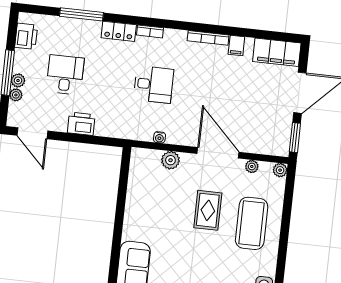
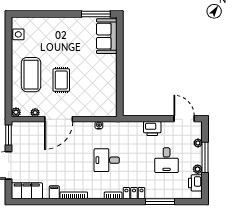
plant: (18, 80) -> (198, 169), moved
door: (218, 153) -> (59, 119), hinge flipped
plant: (170, 160) -> (90, 111), removed

